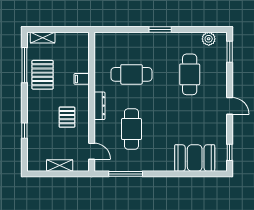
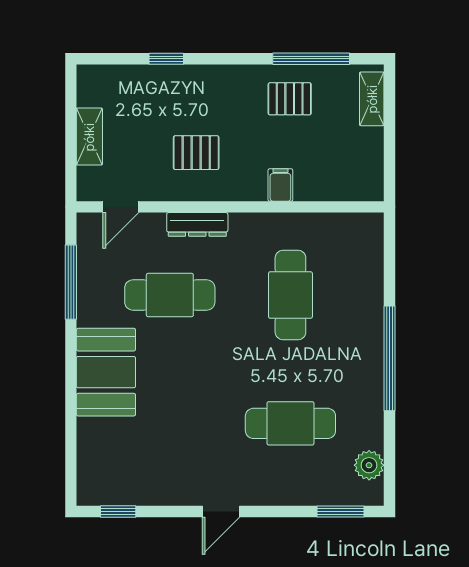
window: (160, 30) -> (389, 358), width x2.11
pallet: (43, 75) -> (290, 99), width x0.67, depth x0.71
dresser: (99, 106) -> (197, 224), moved
booth: (195, 158) -> (106, 372), moved

